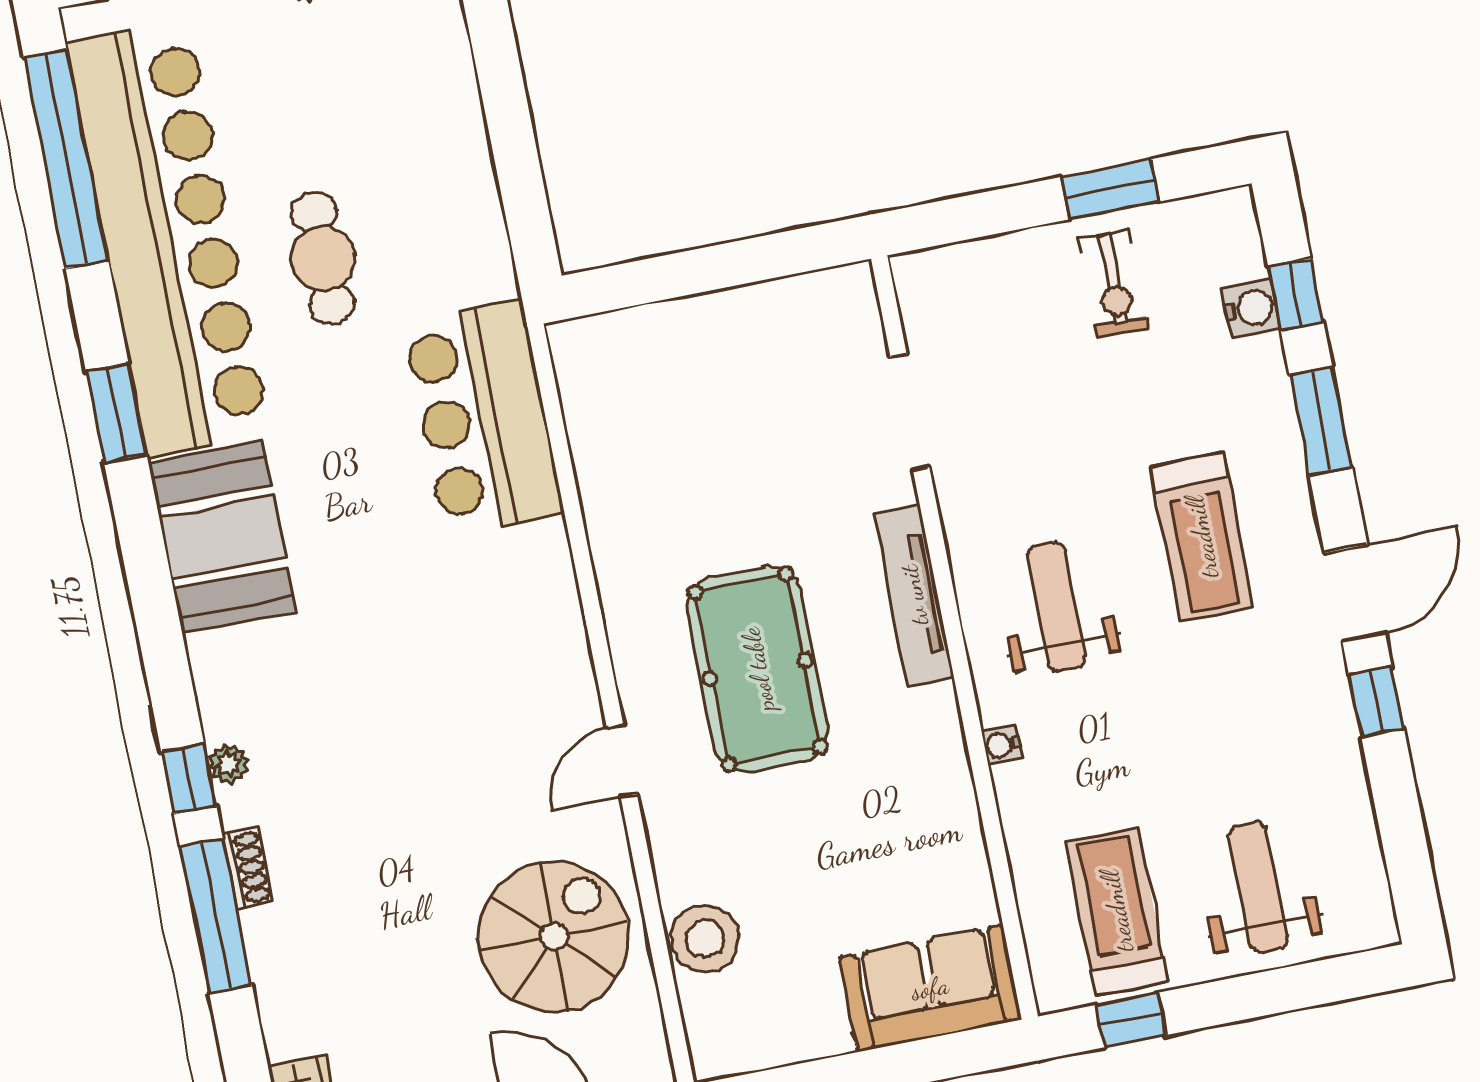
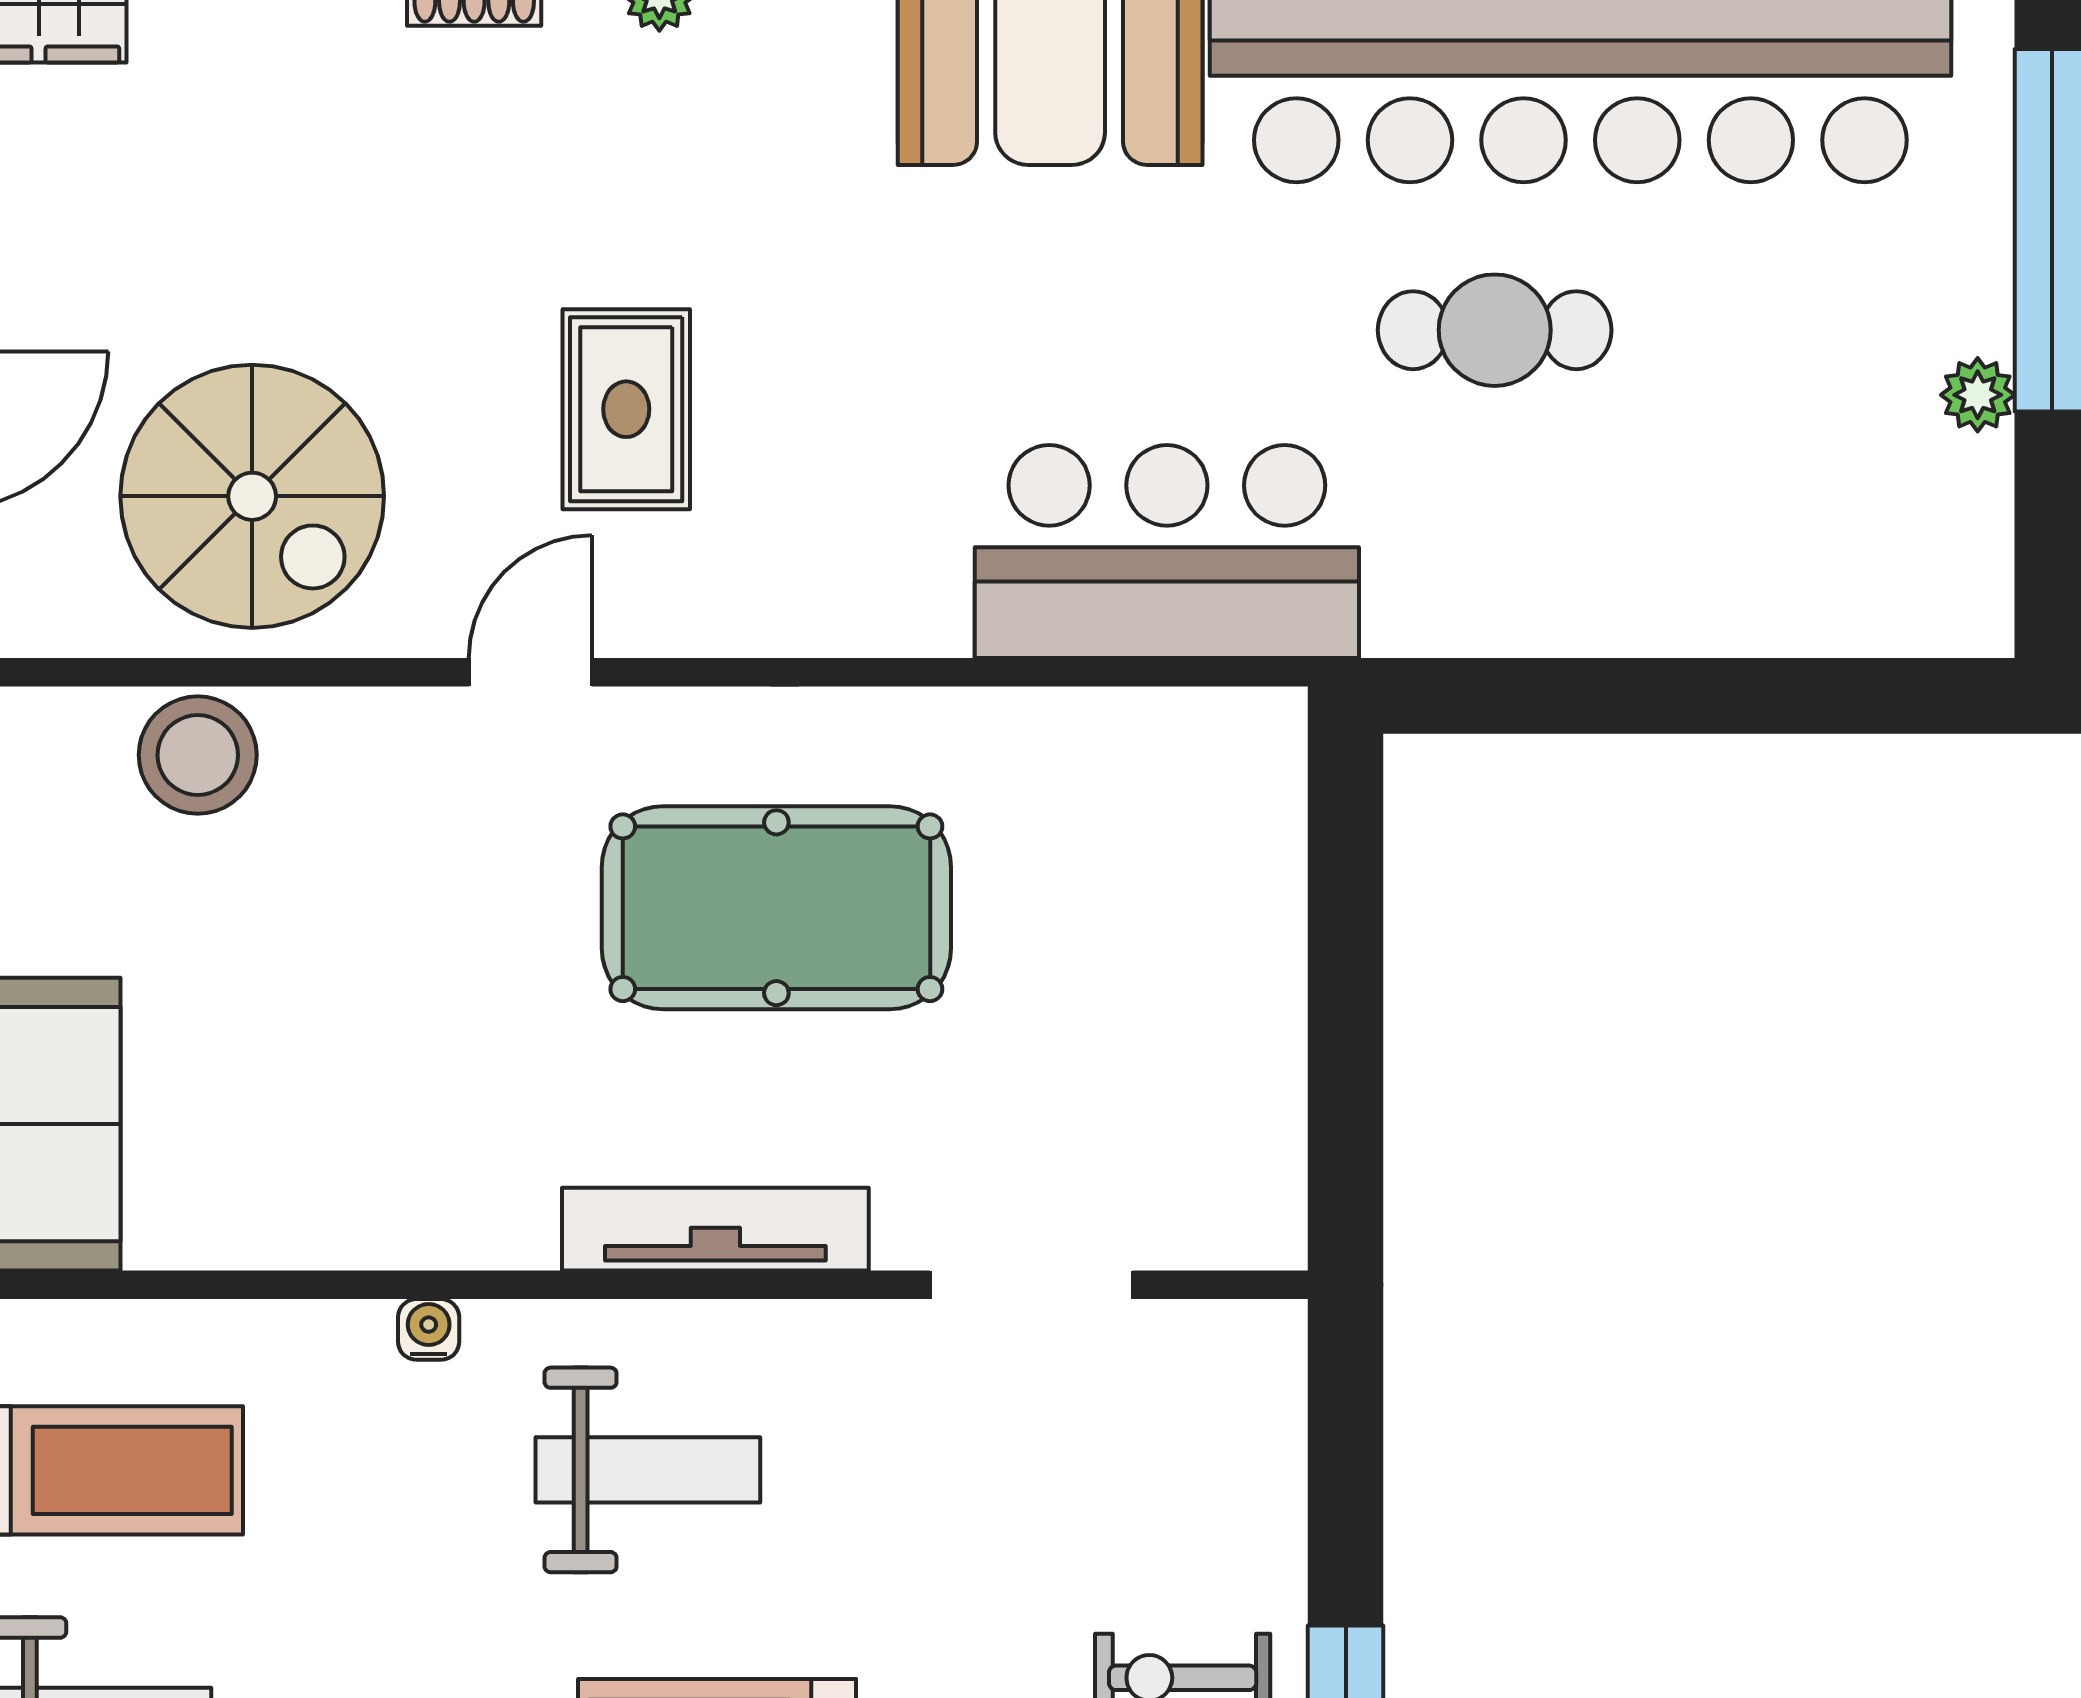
pool table: (758, 669) -> (776, 908), moved
rug: (464, 736) -> (626, 409), added
door: (622, 761) -> (530, 672), hinge flipped

